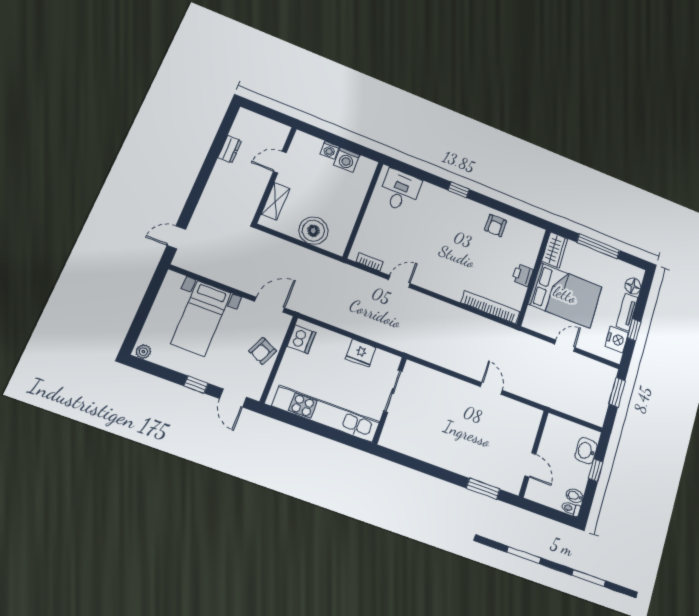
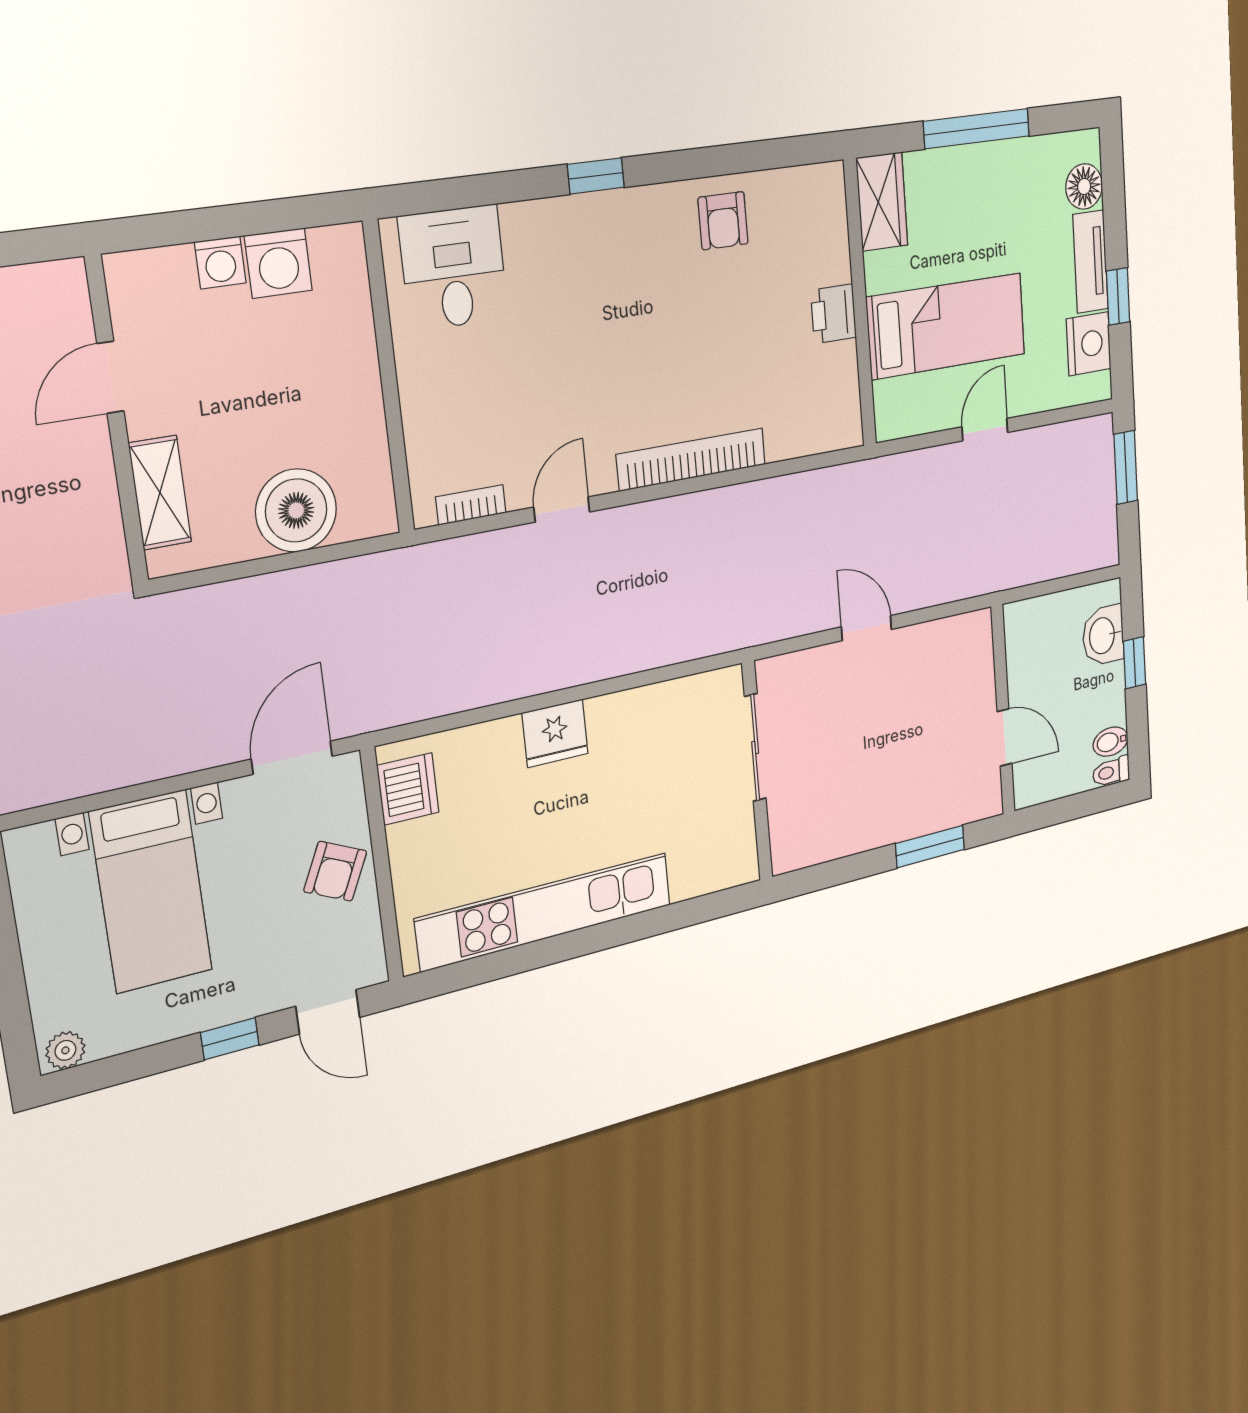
bed: (565, 295) -> (946, 326), width x0.67
bookcase: (490, 307) -> (692, 459), moved
sliding door: (393, 391) -> (755, 747), moved
wall: (390, 400) -> (757, 771), moved

